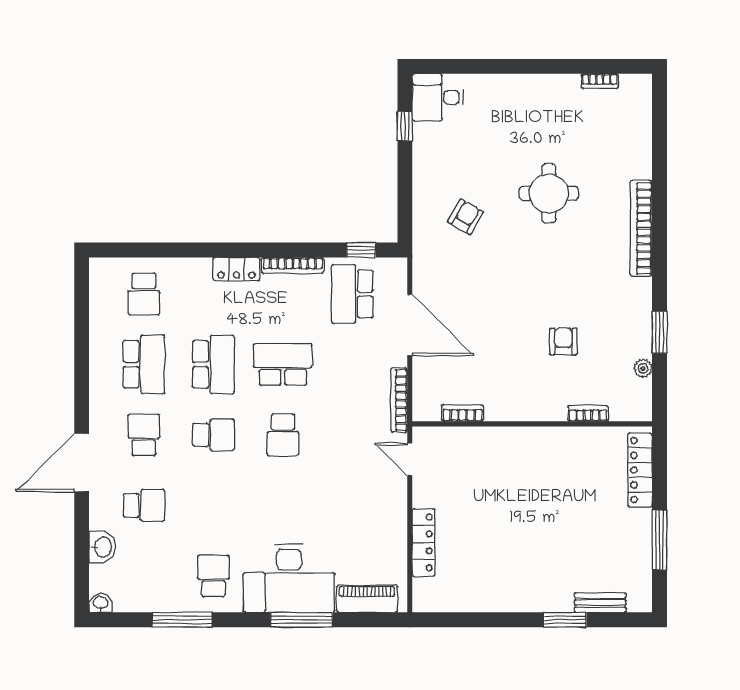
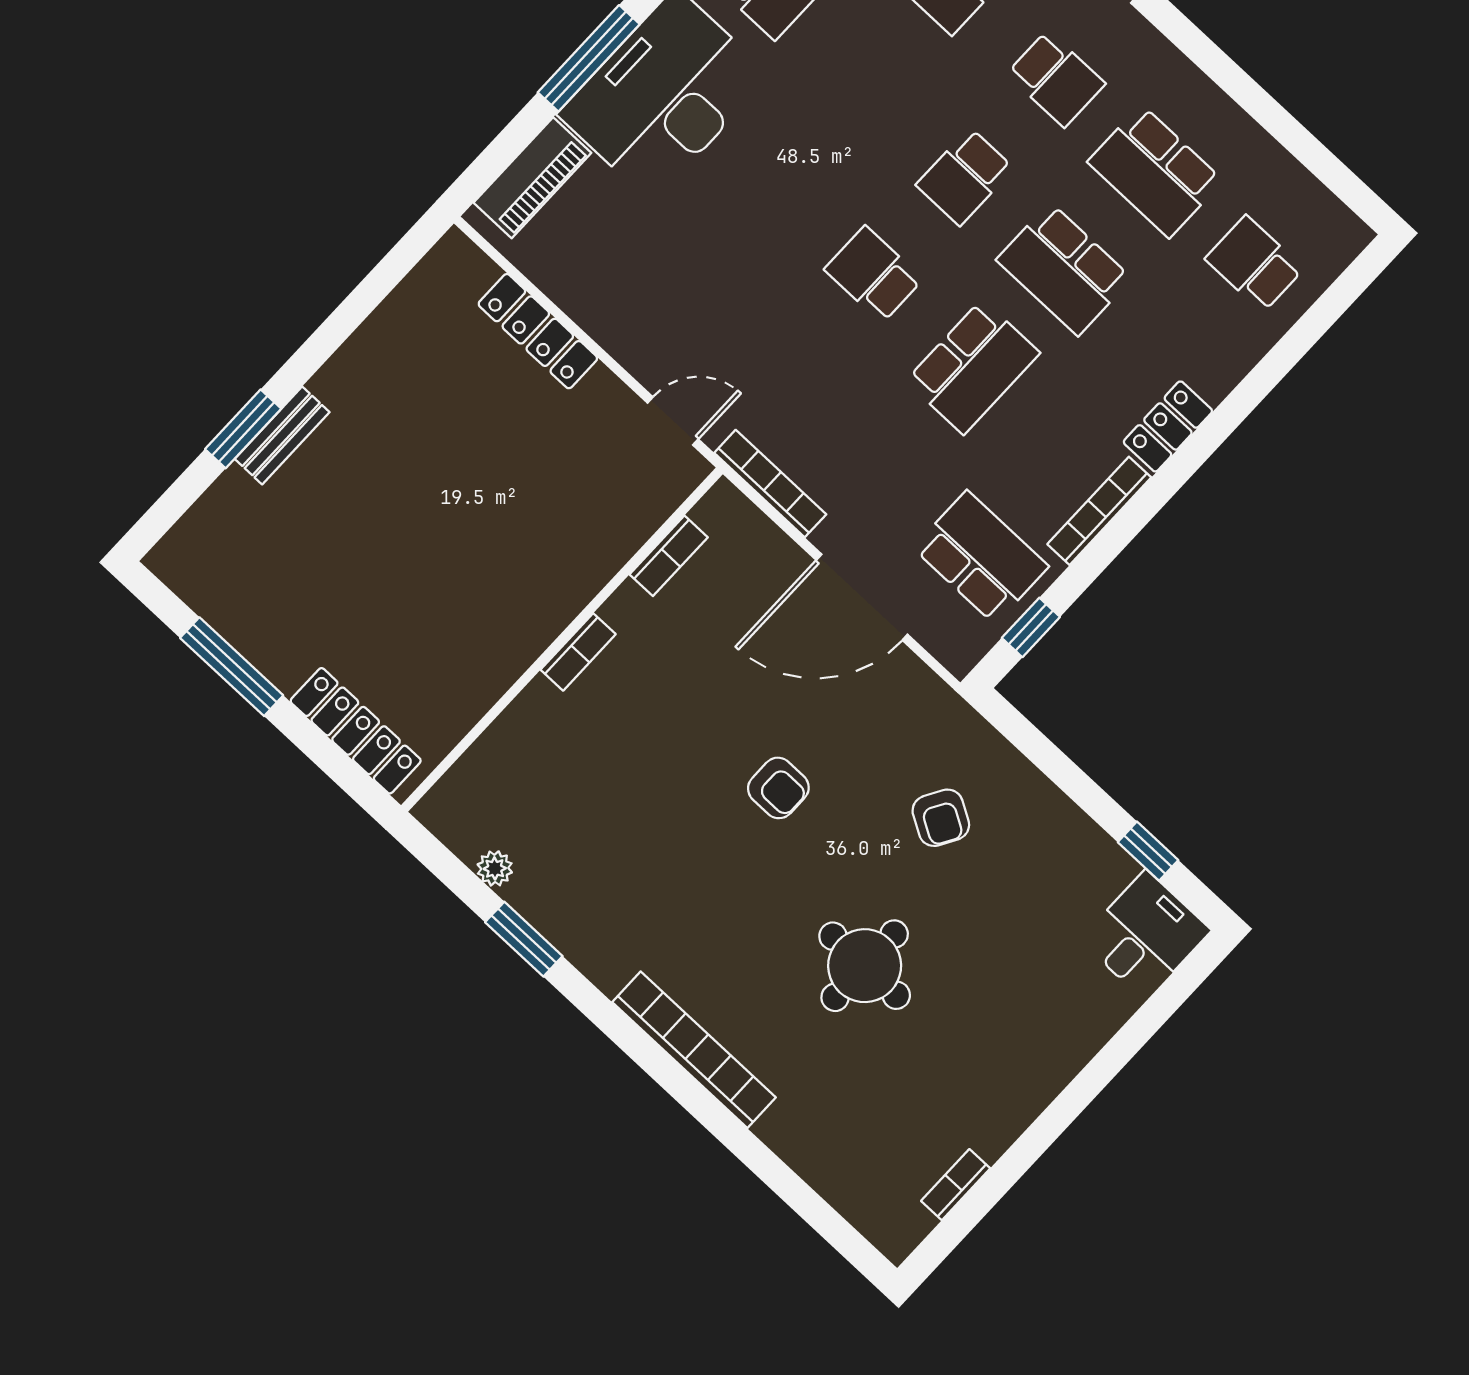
armchair: (563, 342) -> (778, 788), moved
bookcase: (588, 413) -> (578, 652), moved
bench: (600, 603) -> (282, 435), moved

